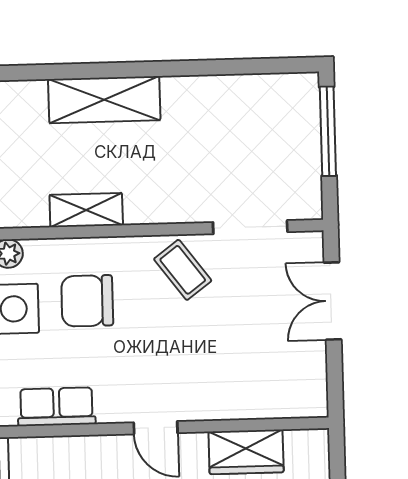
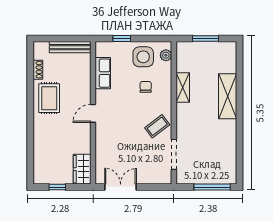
chair: (87, 301) -> (146, 87), width x0.54, depth x0.54
double door: (333, 301) -> (121, 187), moved
wardrobe: (246, 452) -> (82, 169), moved

